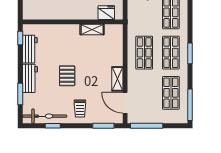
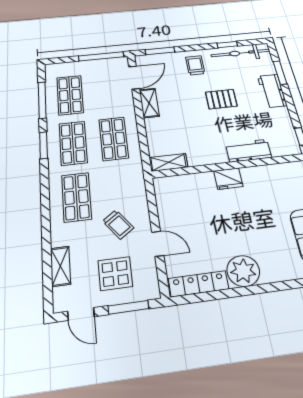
fridge: (106, 13) -> (228, 179), moved
shelving: (92, 30) -> (168, 162), moved
workbench: (30, 49) -> (248, 151), moved, turned 90
pallet: (67, 76) -> (221, 99), turned 90
door: (125, 103) -> (134, 78), hinge flipped
window: (190, 105) -> (42, 100), moved

